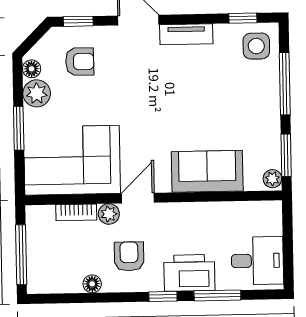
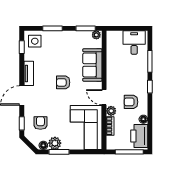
window: (285, 84) -> (52, 28), width x0.69
armchair: (168, 109) -> (63, 82), added
window: (19, 128) -> (59, 152), moved
printer: (189, 273) -> (139, 136), moved

